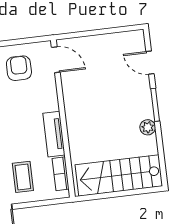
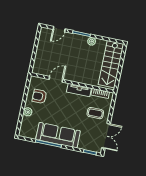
door: (56, 60) -> (56, 79), moved

